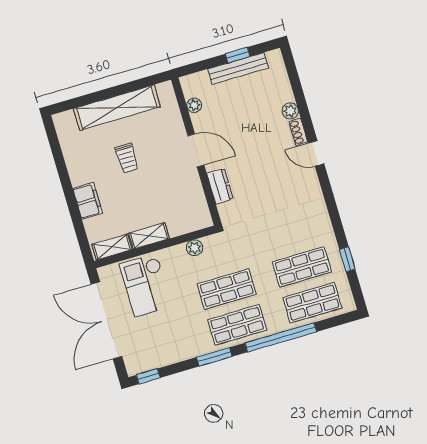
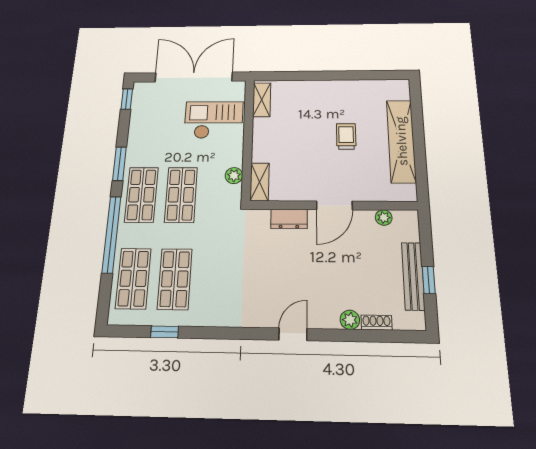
shoe rack: (298, 132) -> (377, 323), moved
trolley: (127, 158) -> (346, 136), turned 90
filing cabinet: (88, 201) -> (314, 90), removed
shelving: (149, 236) -> (260, 182), moved

